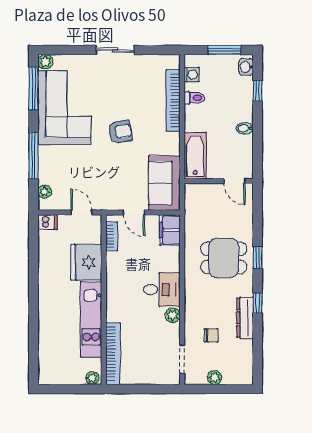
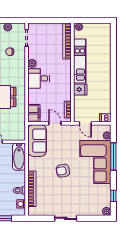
window: (34, 88) -> (113, 196), width x0.46
corner sofa: (64, 108) -> (95, 162), moved
fridge: (86, 262) -> (80, 89), width x0.53, depth x0.75

